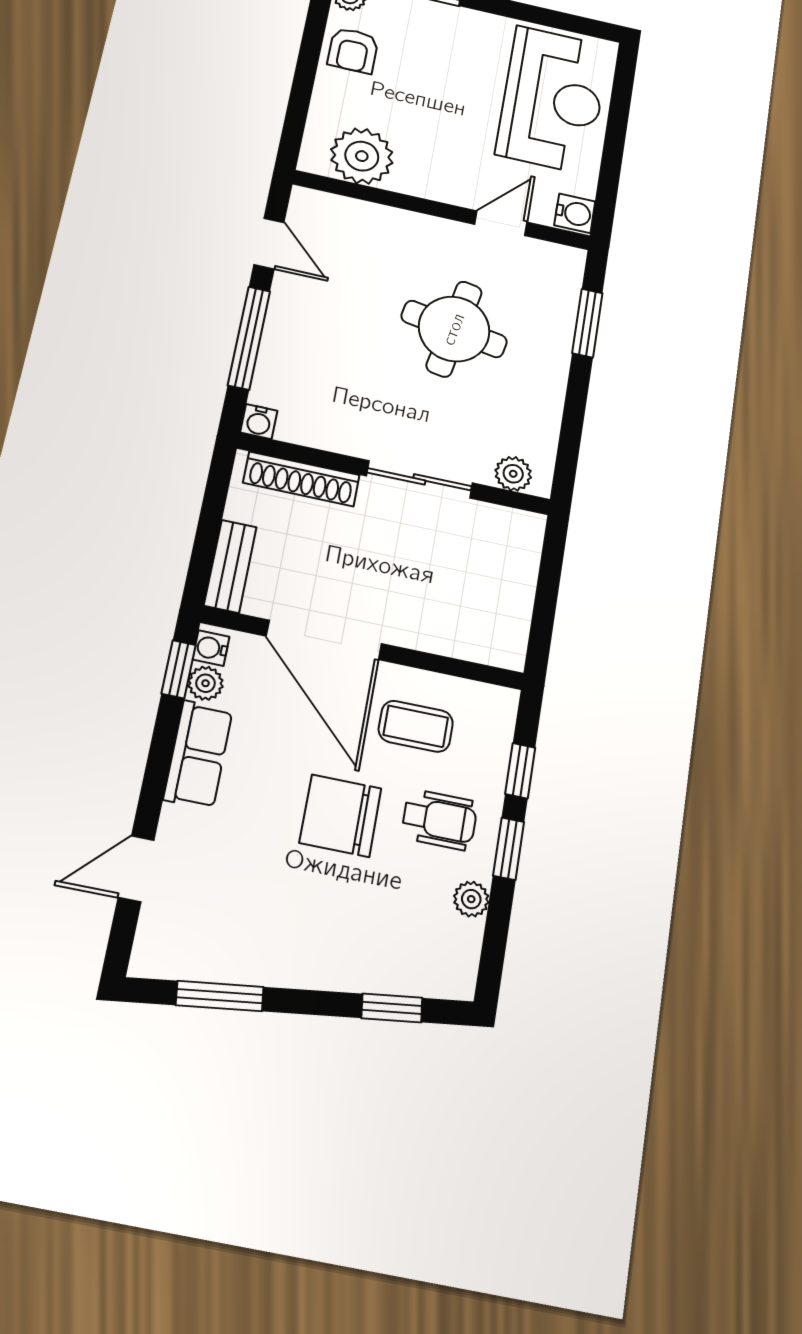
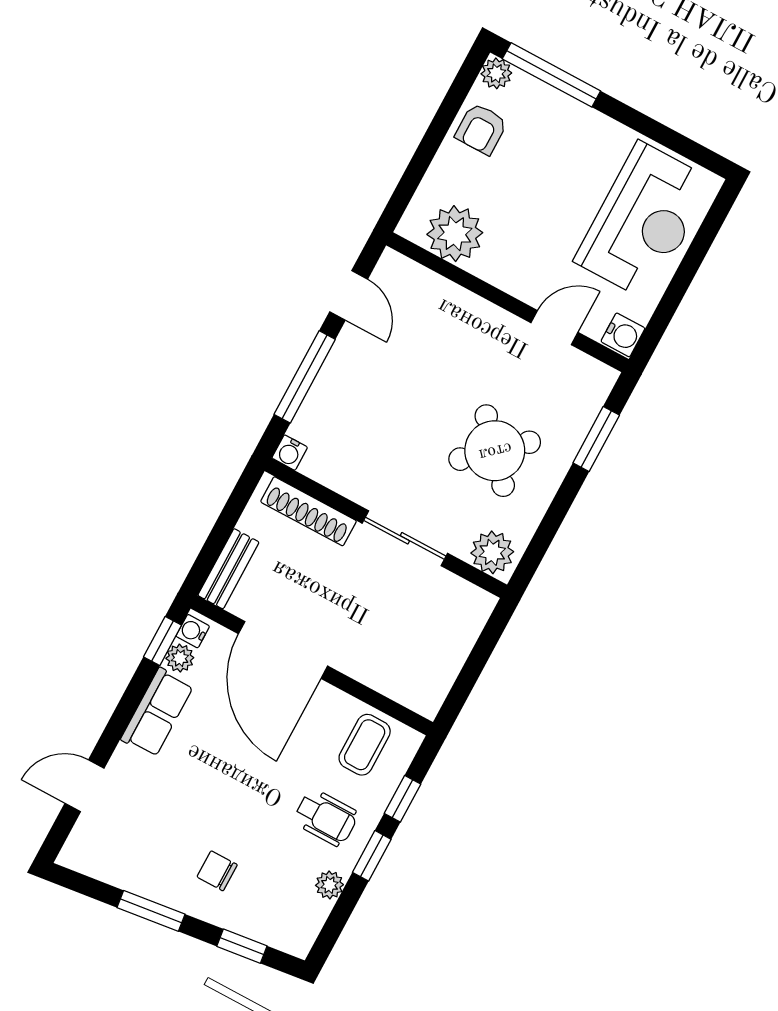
round table: (454, 329) -> (495, 451), moved, turned 38
plant: (513, 474) -> (492, 552), width x1.38, depth x1.38
coffee table: (416, 726) -> (365, 745), moved, turned 90
chair: (340, 816) -> (217, 871), moved, width x0.54, depth x0.54
window: (220, 996) -> (151, 911), moved

